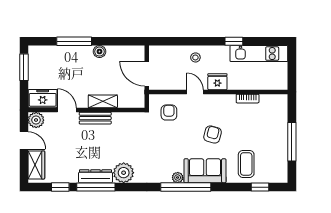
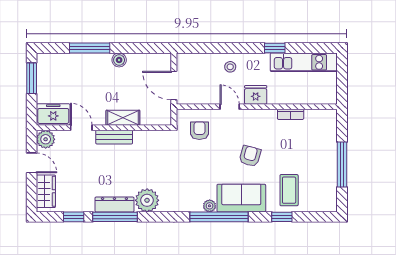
window: (260, 187) -> (282, 217), moved

